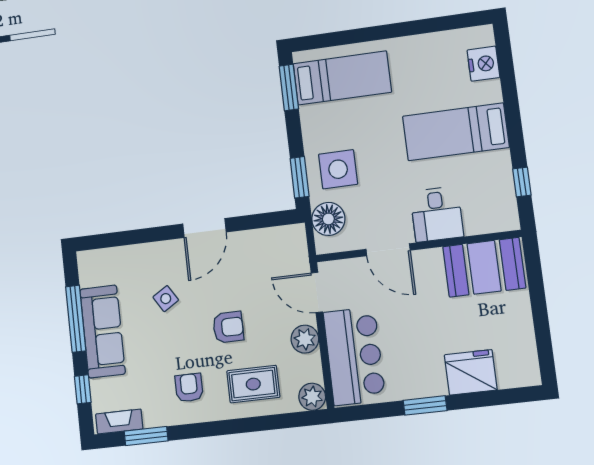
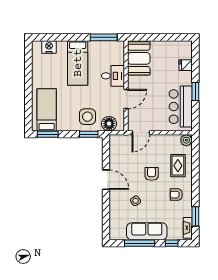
window: (522, 182) -> (104, 37), width x2.17
plant: (305, 339) -> (161, 140), removed
bar counter: (354, 356) -> (181, 107), moved, turned -90
fridge: (471, 372) -> (186, 65), width x0.53, depth x0.75

